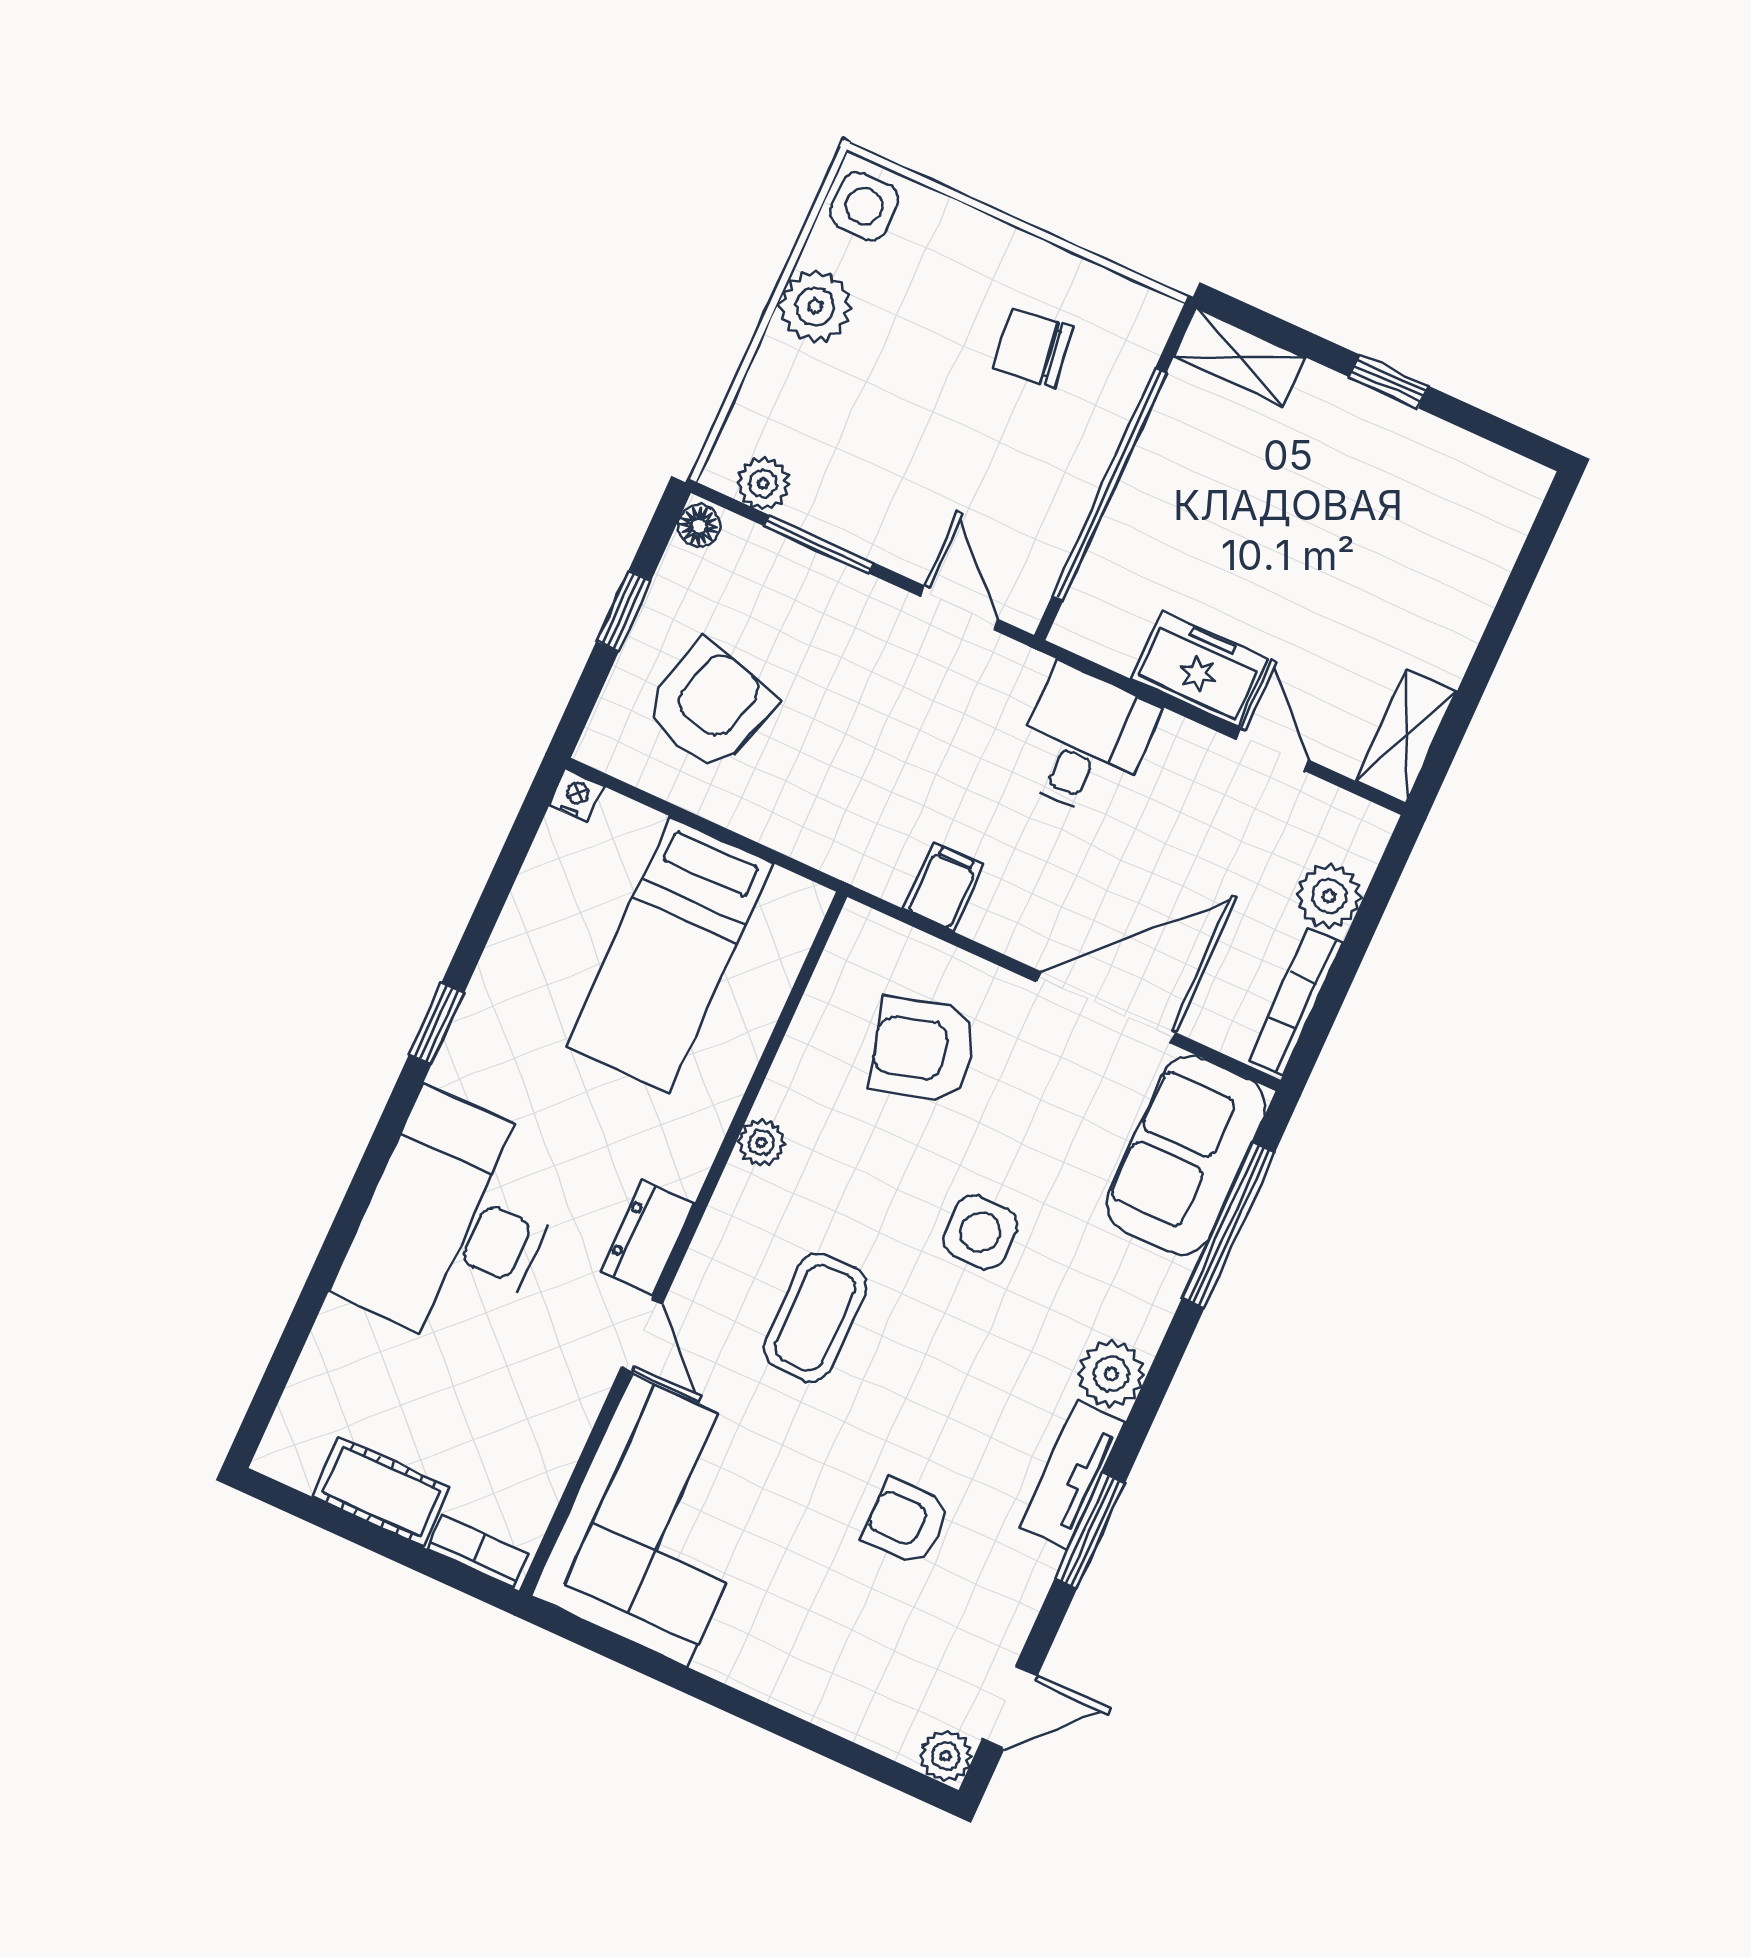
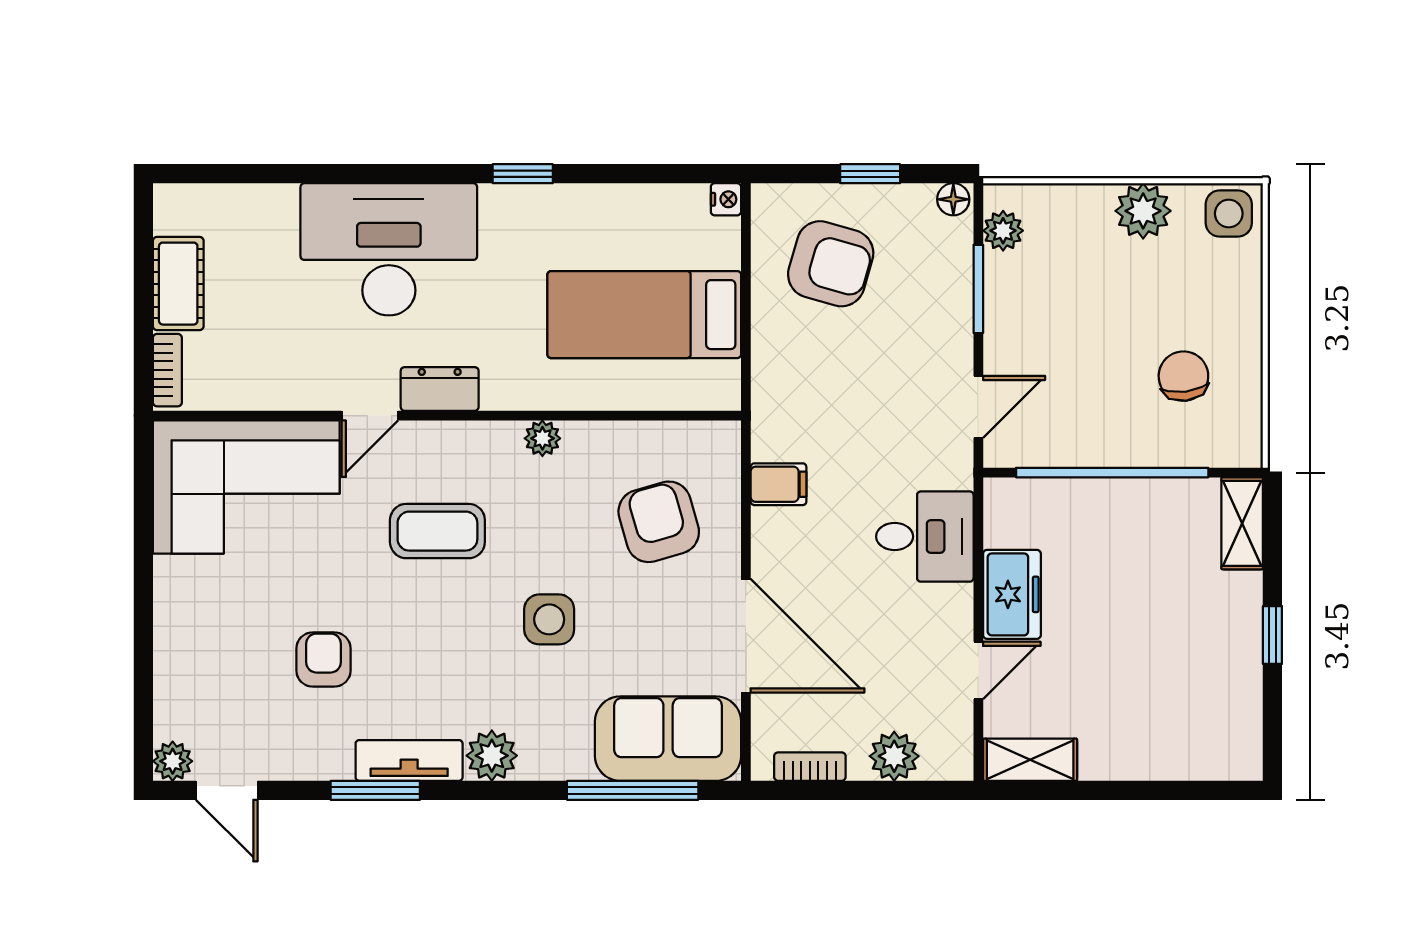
bookcase: (1296, 1002) -> (810, 767), width x0.64

